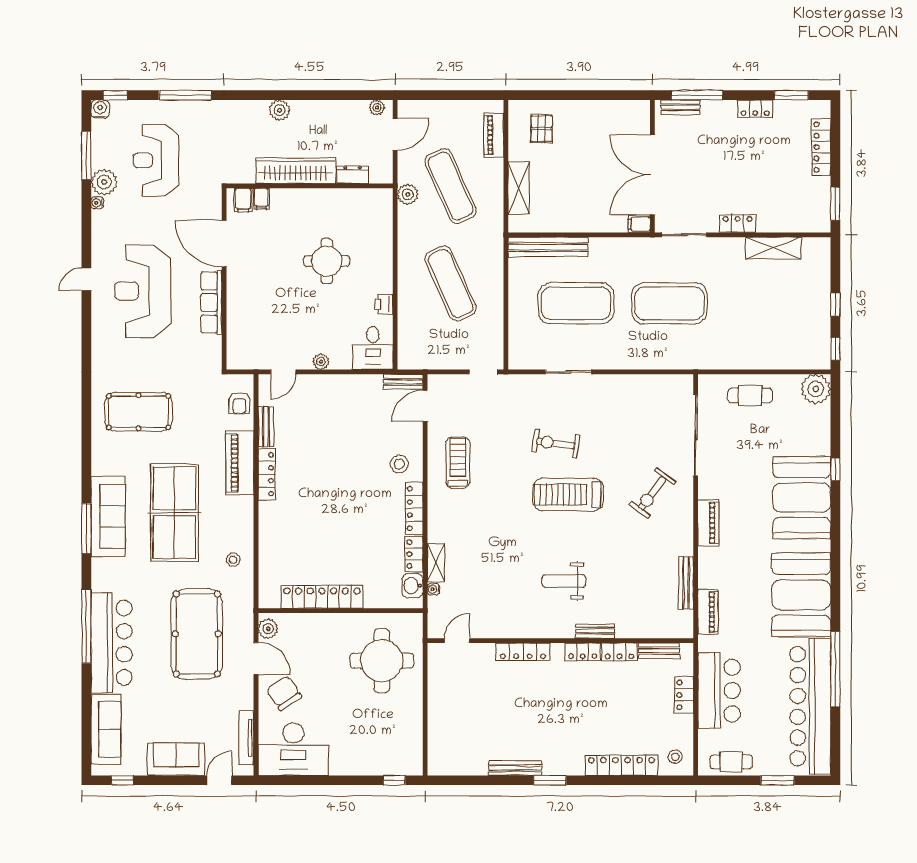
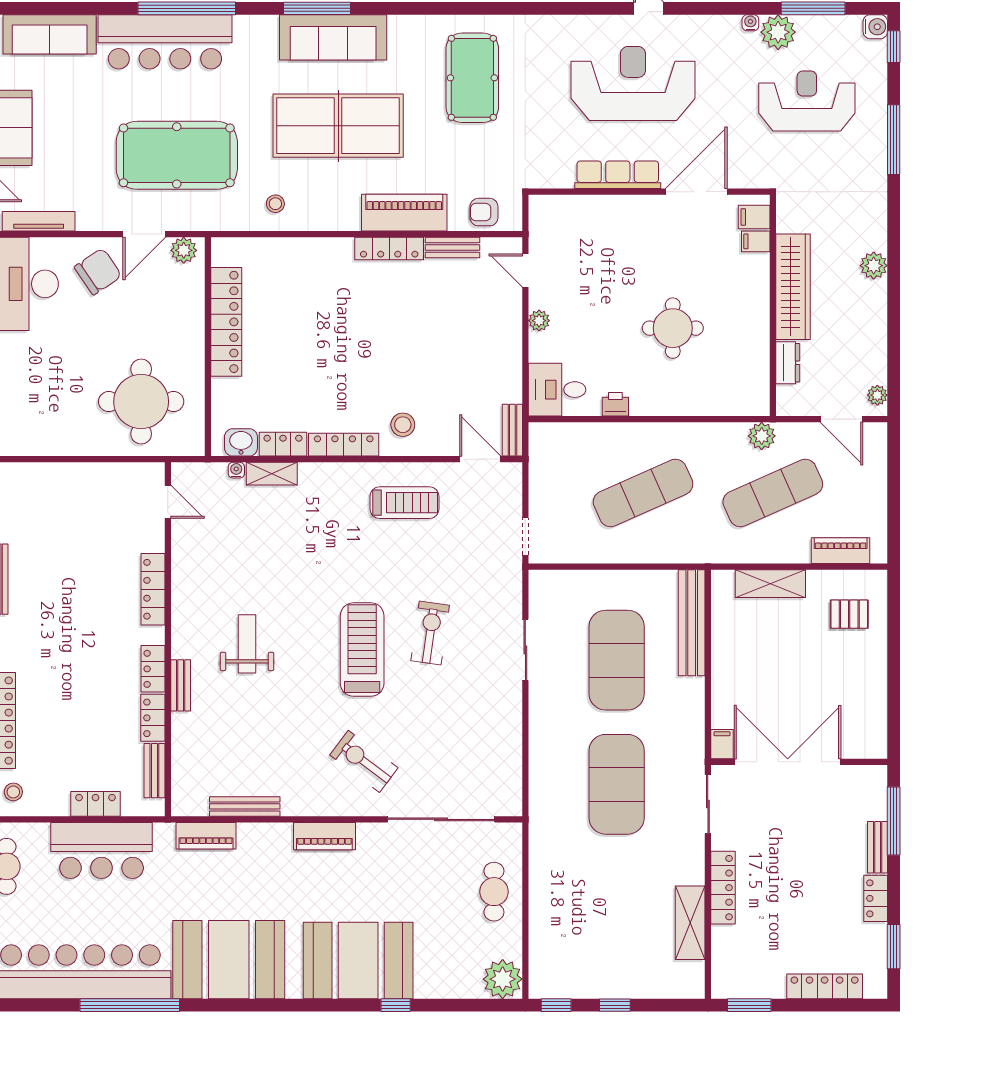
bench: (680, 107) -> (878, 847), moved
locker: (738, 223) -> (723, 888), width x1.53

